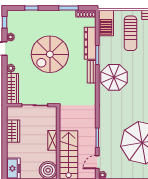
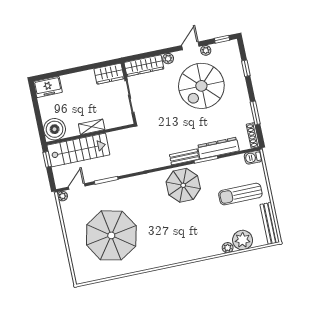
barbecue: (106, 23) -> (253, 157), width x0.53, depth x0.65
spiral stairs: (50, 54) -> (201, 86), moved, turned -90
wardrobe: (13, 131) -> (109, 74), moved
door: (97, 162) -> (77, 186), hinge flipped

